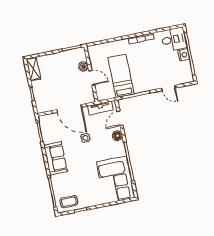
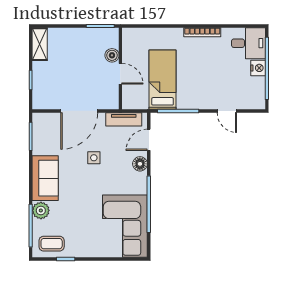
door: (69, 108) -> (79, 111), hinge flipped
plant: (57, 181) -> (41, 210), added

